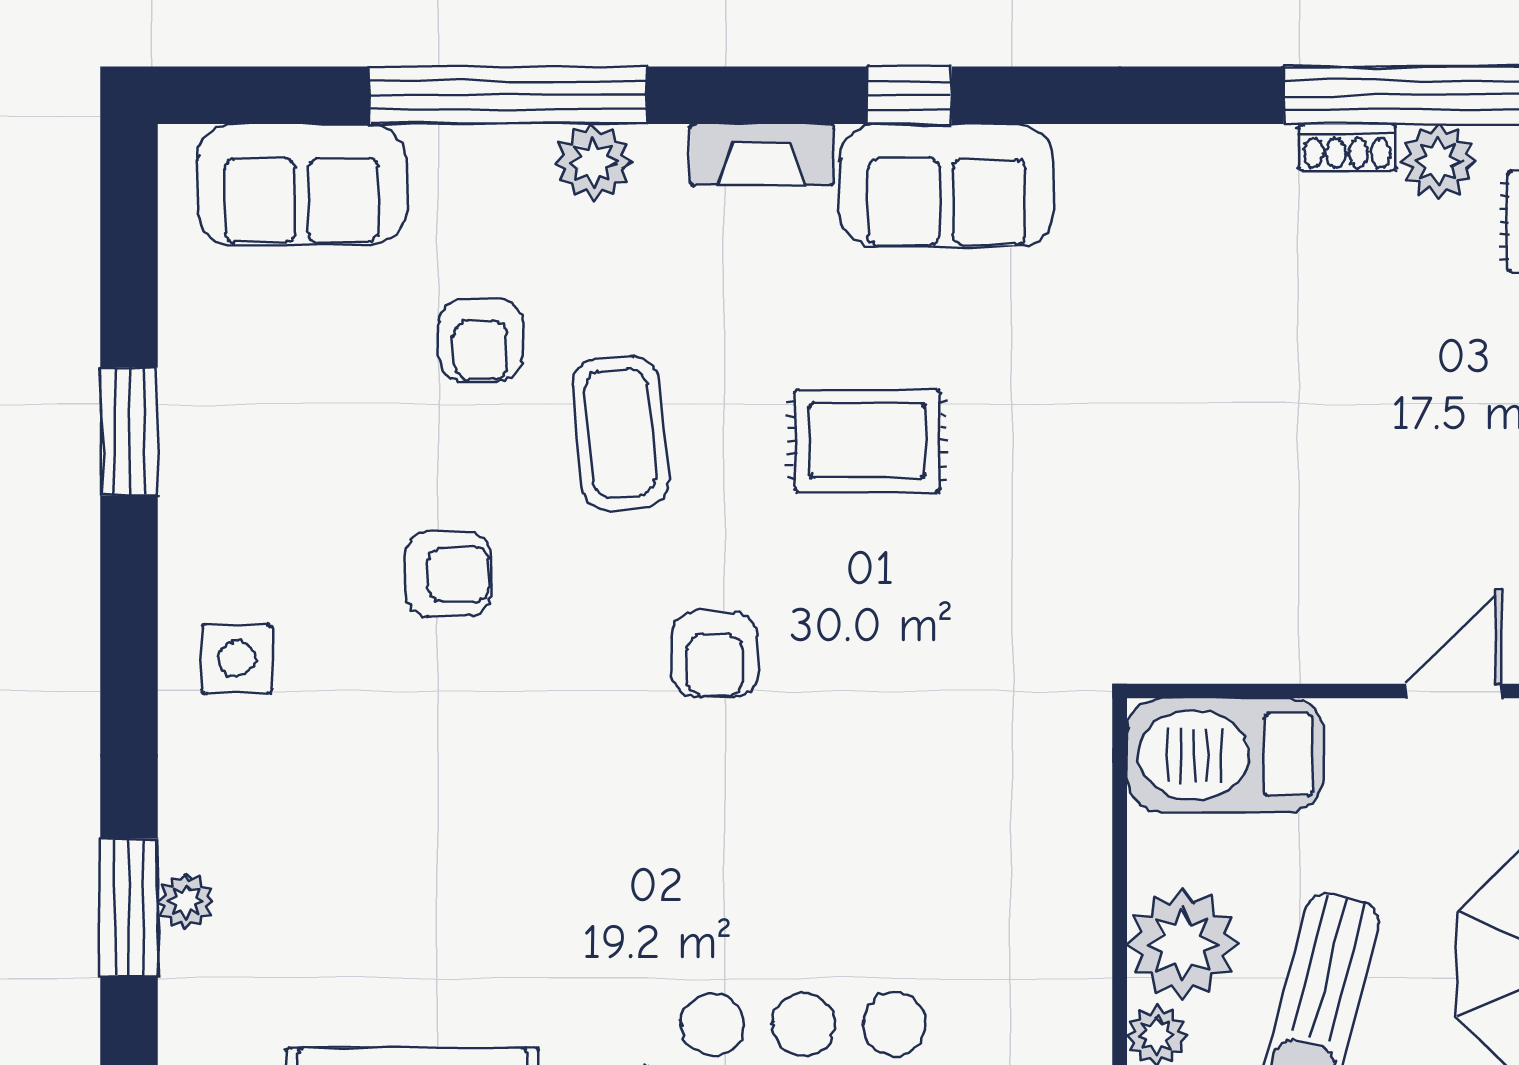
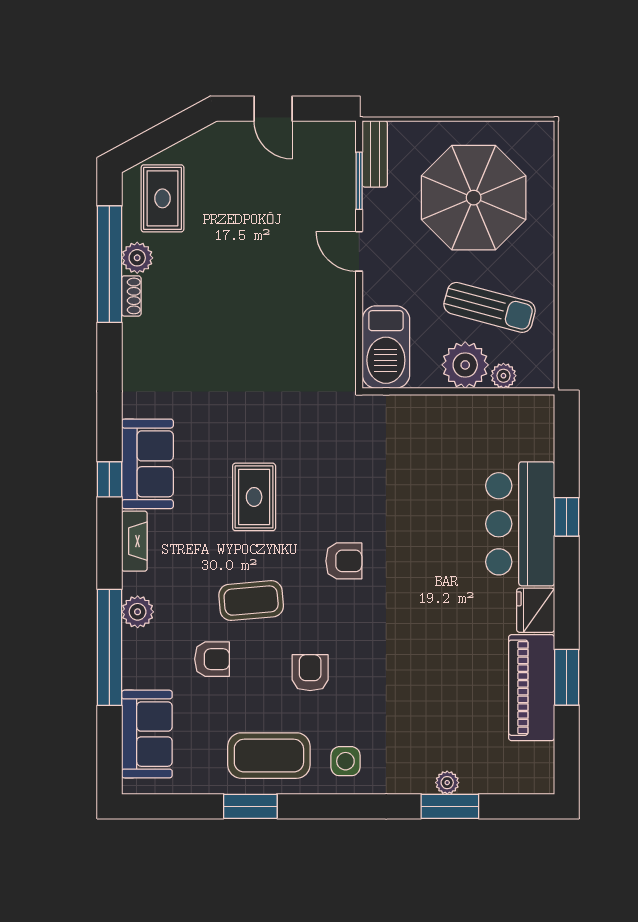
coffee table: (250, 476) -> (269, 756), added

